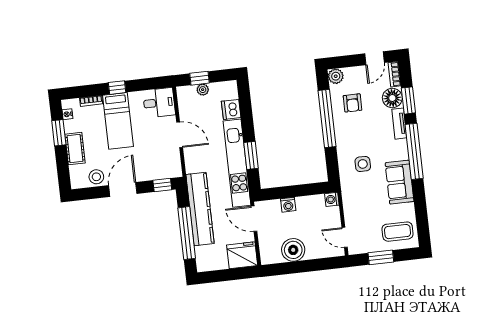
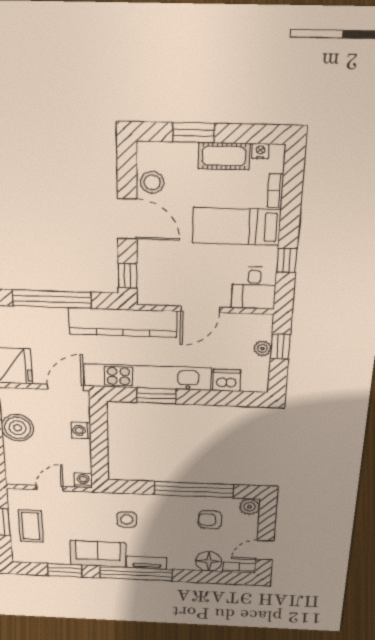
door: (374, 58) -> (265, 550), hinge flipped
window: (117, 88) -> (287, 261), moved
window: (408, 100) -> (65, 570), moved
tv unit: (399, 124) -> (147, 563), moved
window: (59, 133) -> (194, 133), moved
cot: (75, 149) -> (224, 156), moved
kitchen counter: (200, 209) -> (123, 323), moved
coffee table: (398, 232) -> (31, 526), moved
door: (345, 237) -> (50, 488), moved

